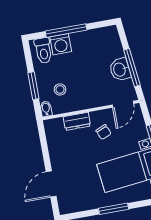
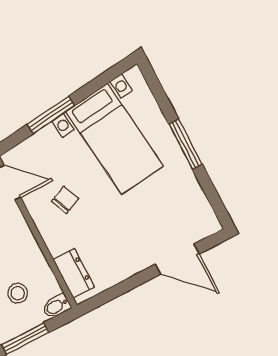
dresser: (77, 121) -> (74, 273), moved

